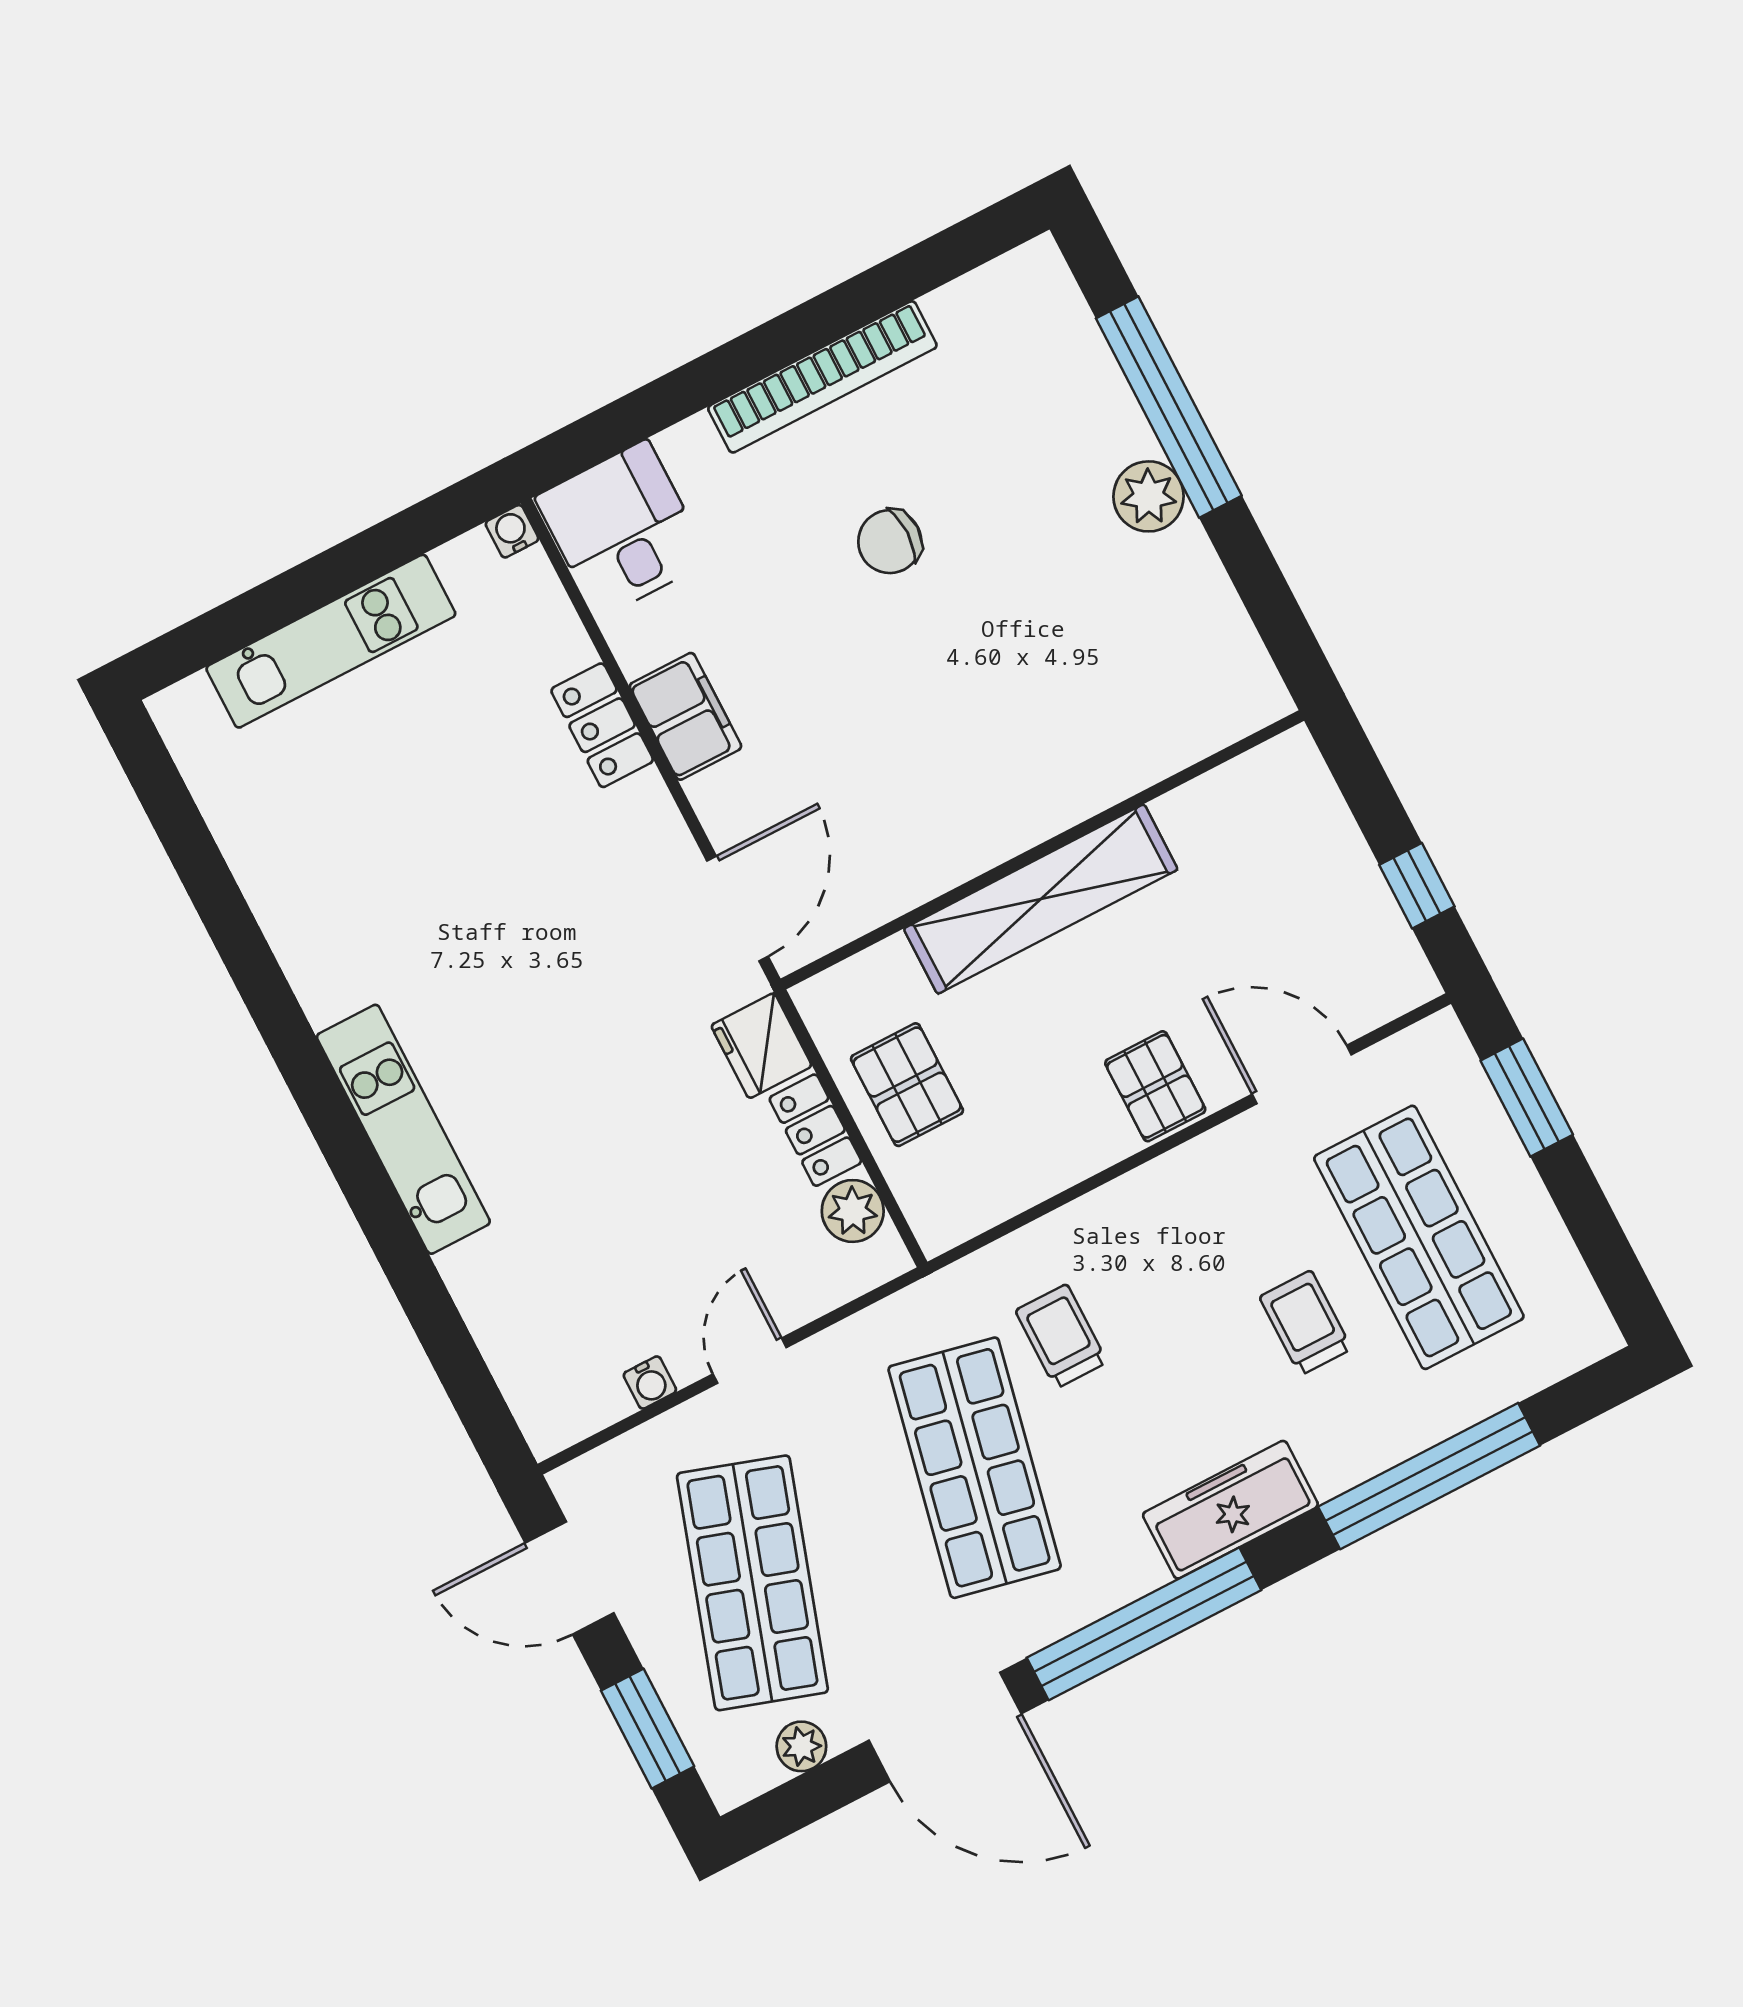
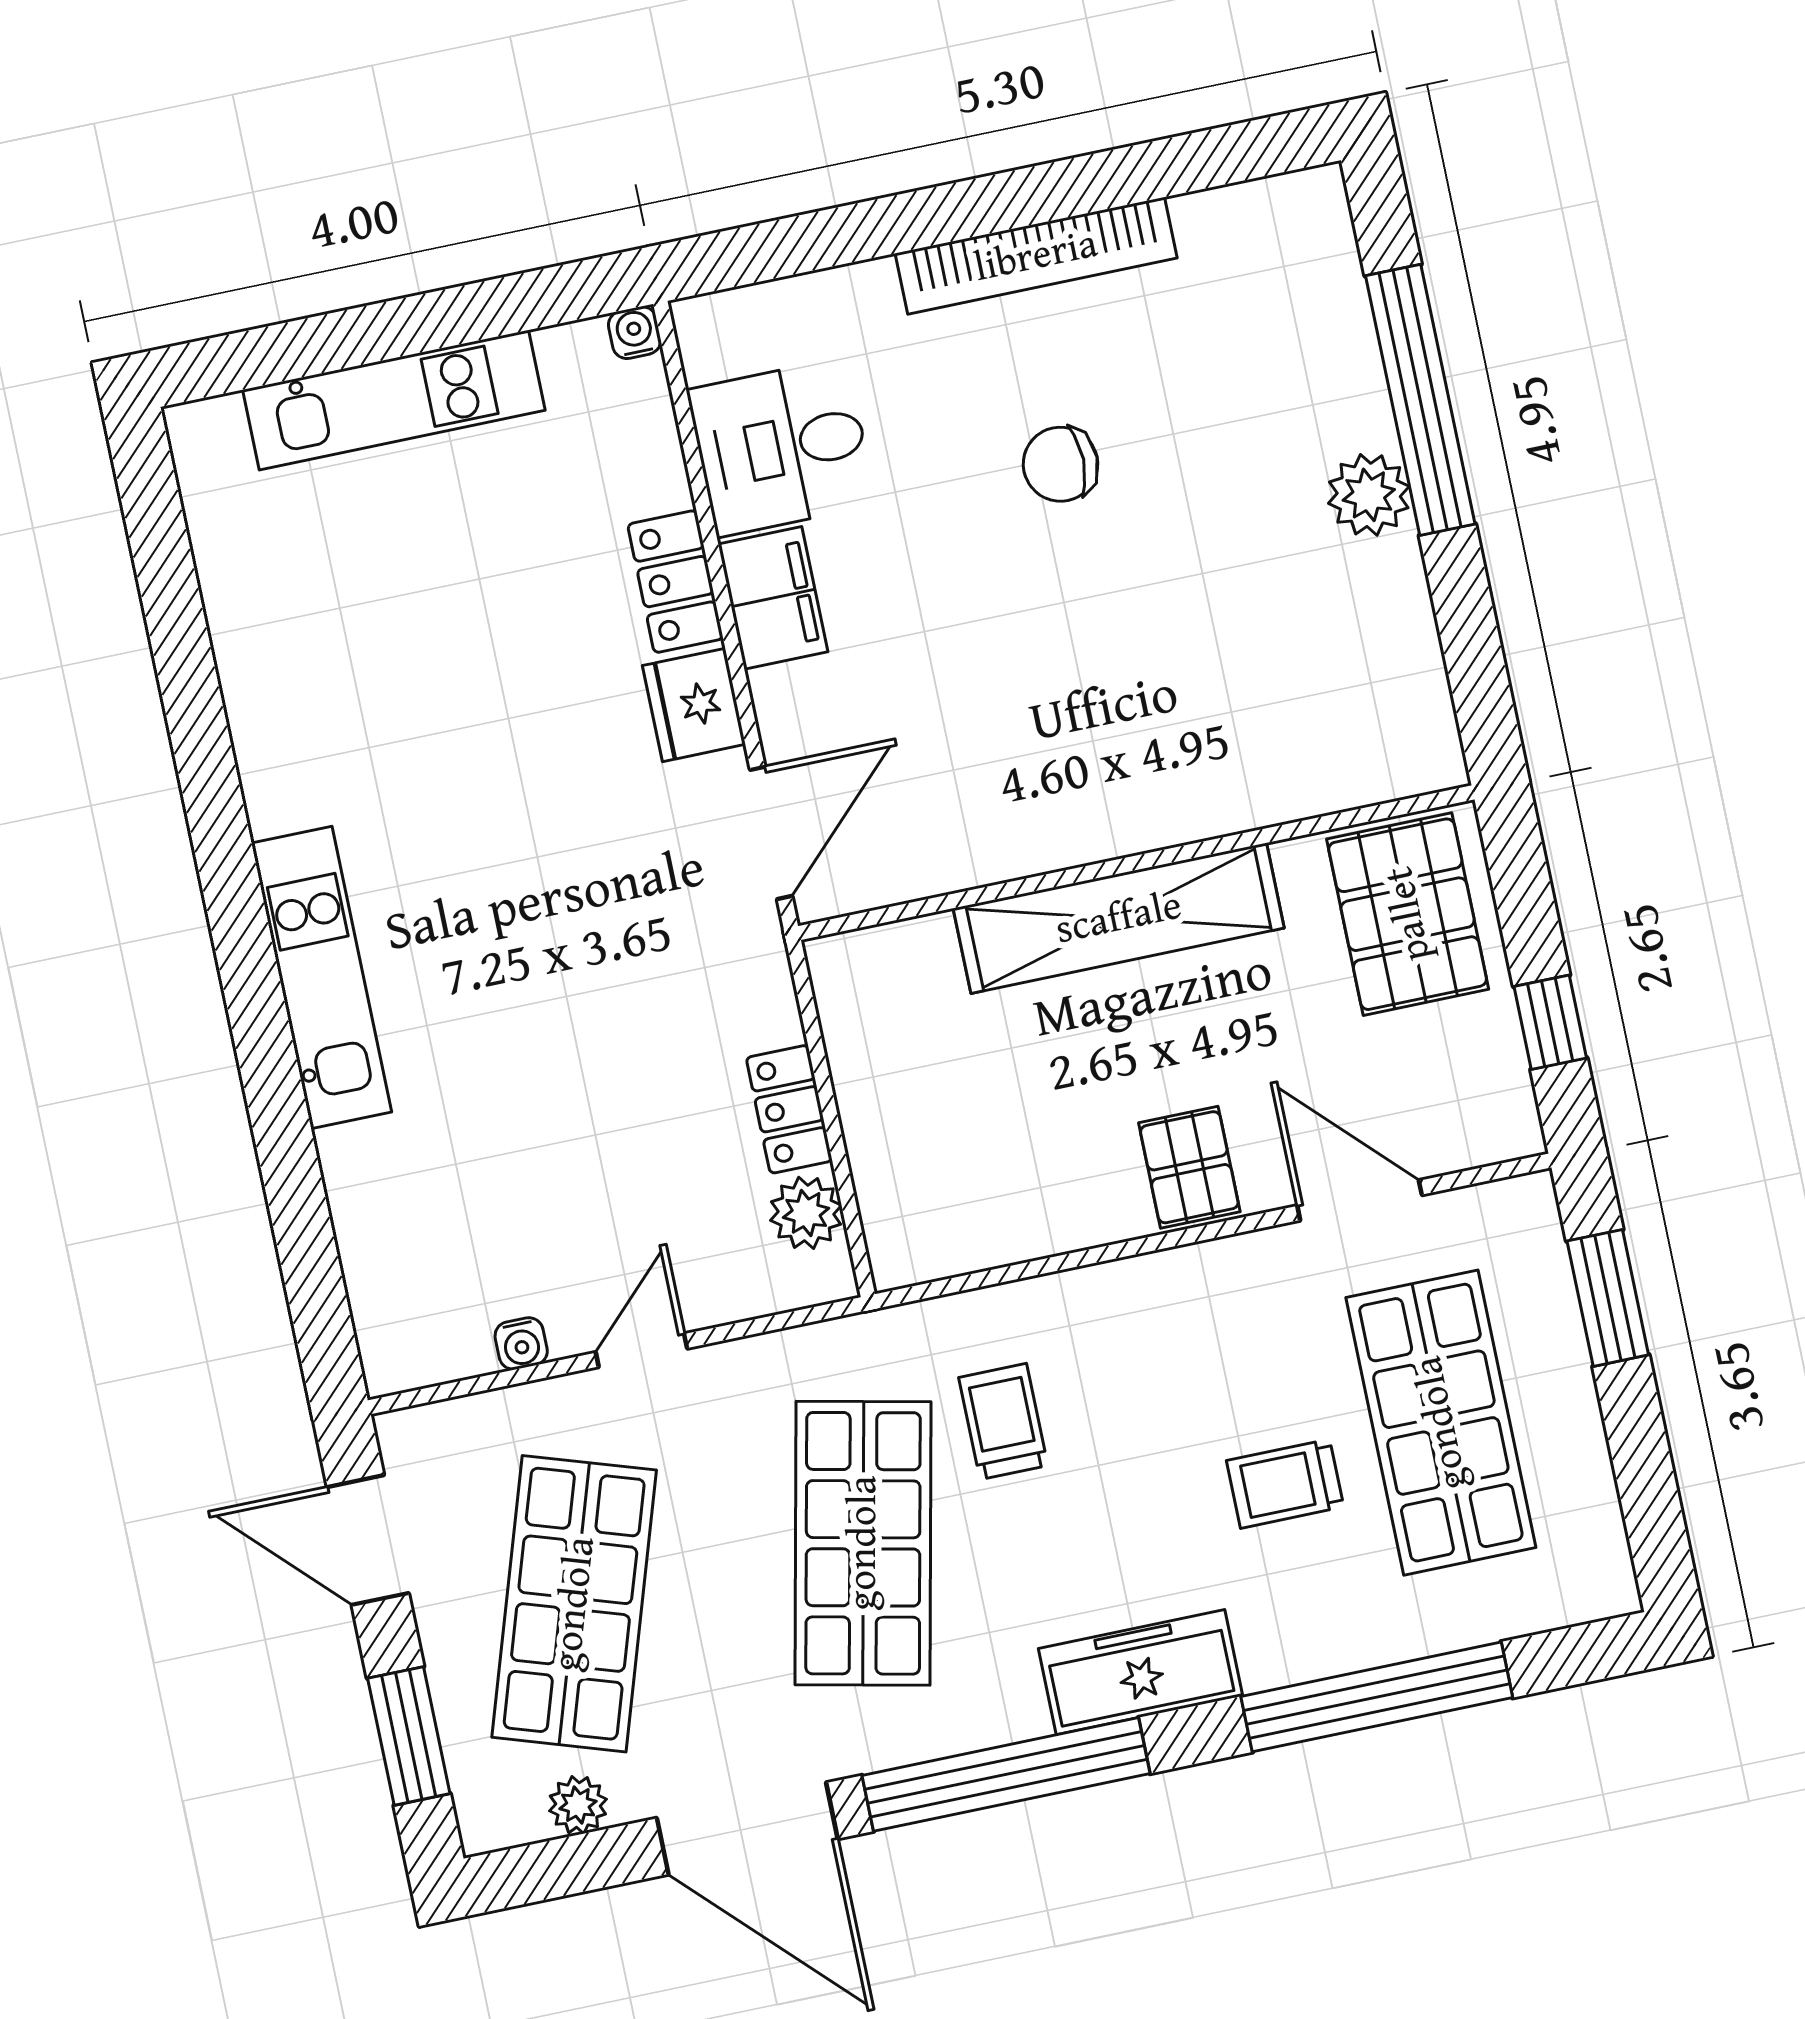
desk: (622, 529) -> (782, 447), moved, turned -90
fridge: (761, 1046) -> (694, 705), moved
pallet: (907, 1085) -> (1408, 914), moved, width x1.50, depth x1.42
trolley: (1306, 1323) -> (1285, 1484), turned -90

